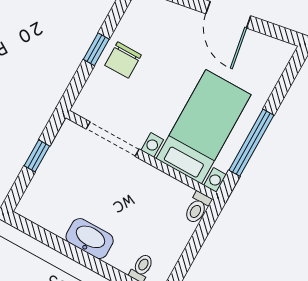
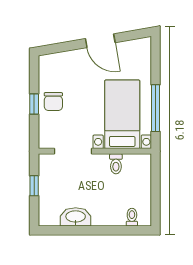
toilet: (197, 208) -> (116, 164), moved
washbasin: (90, 239) -> (76, 217), moved

